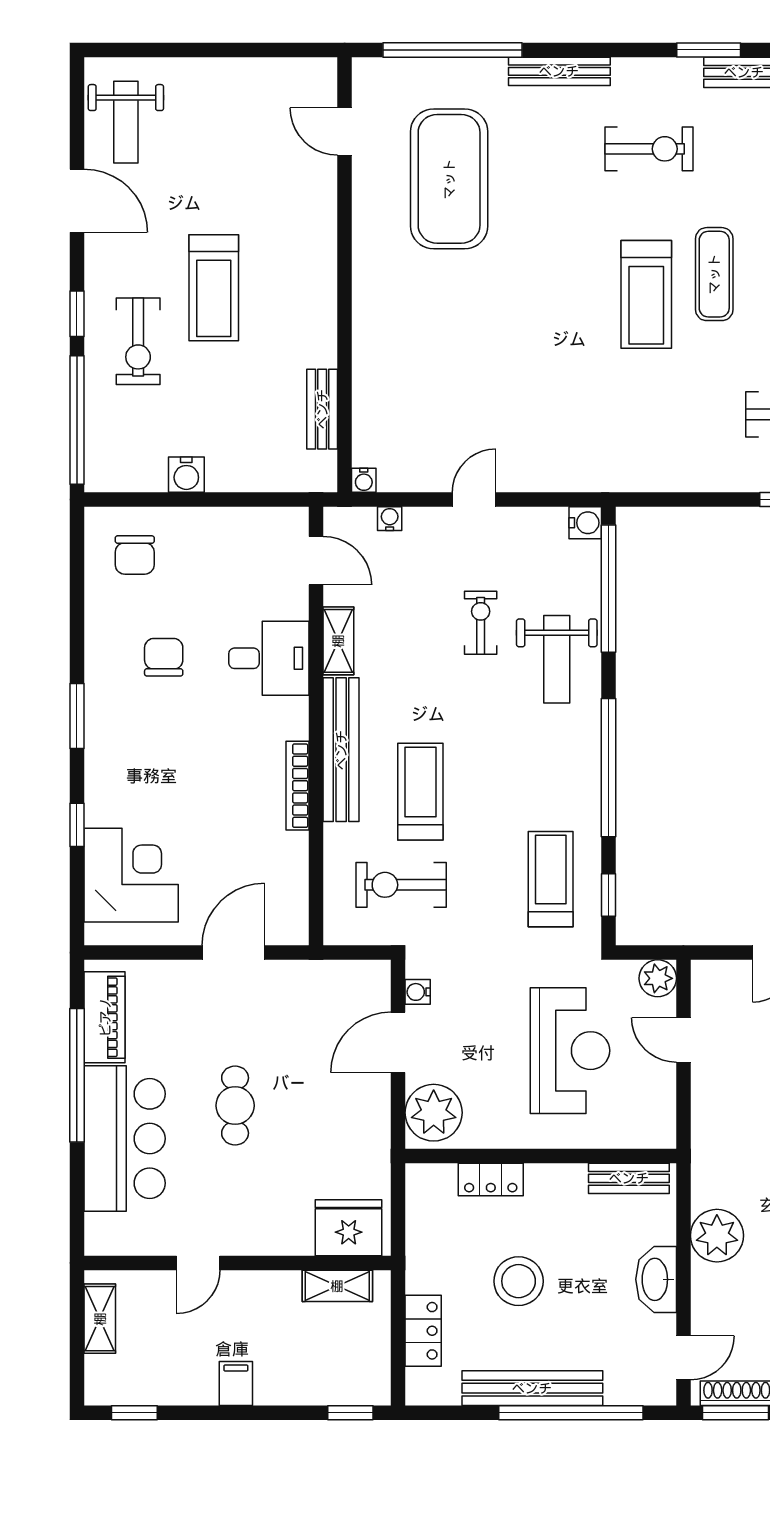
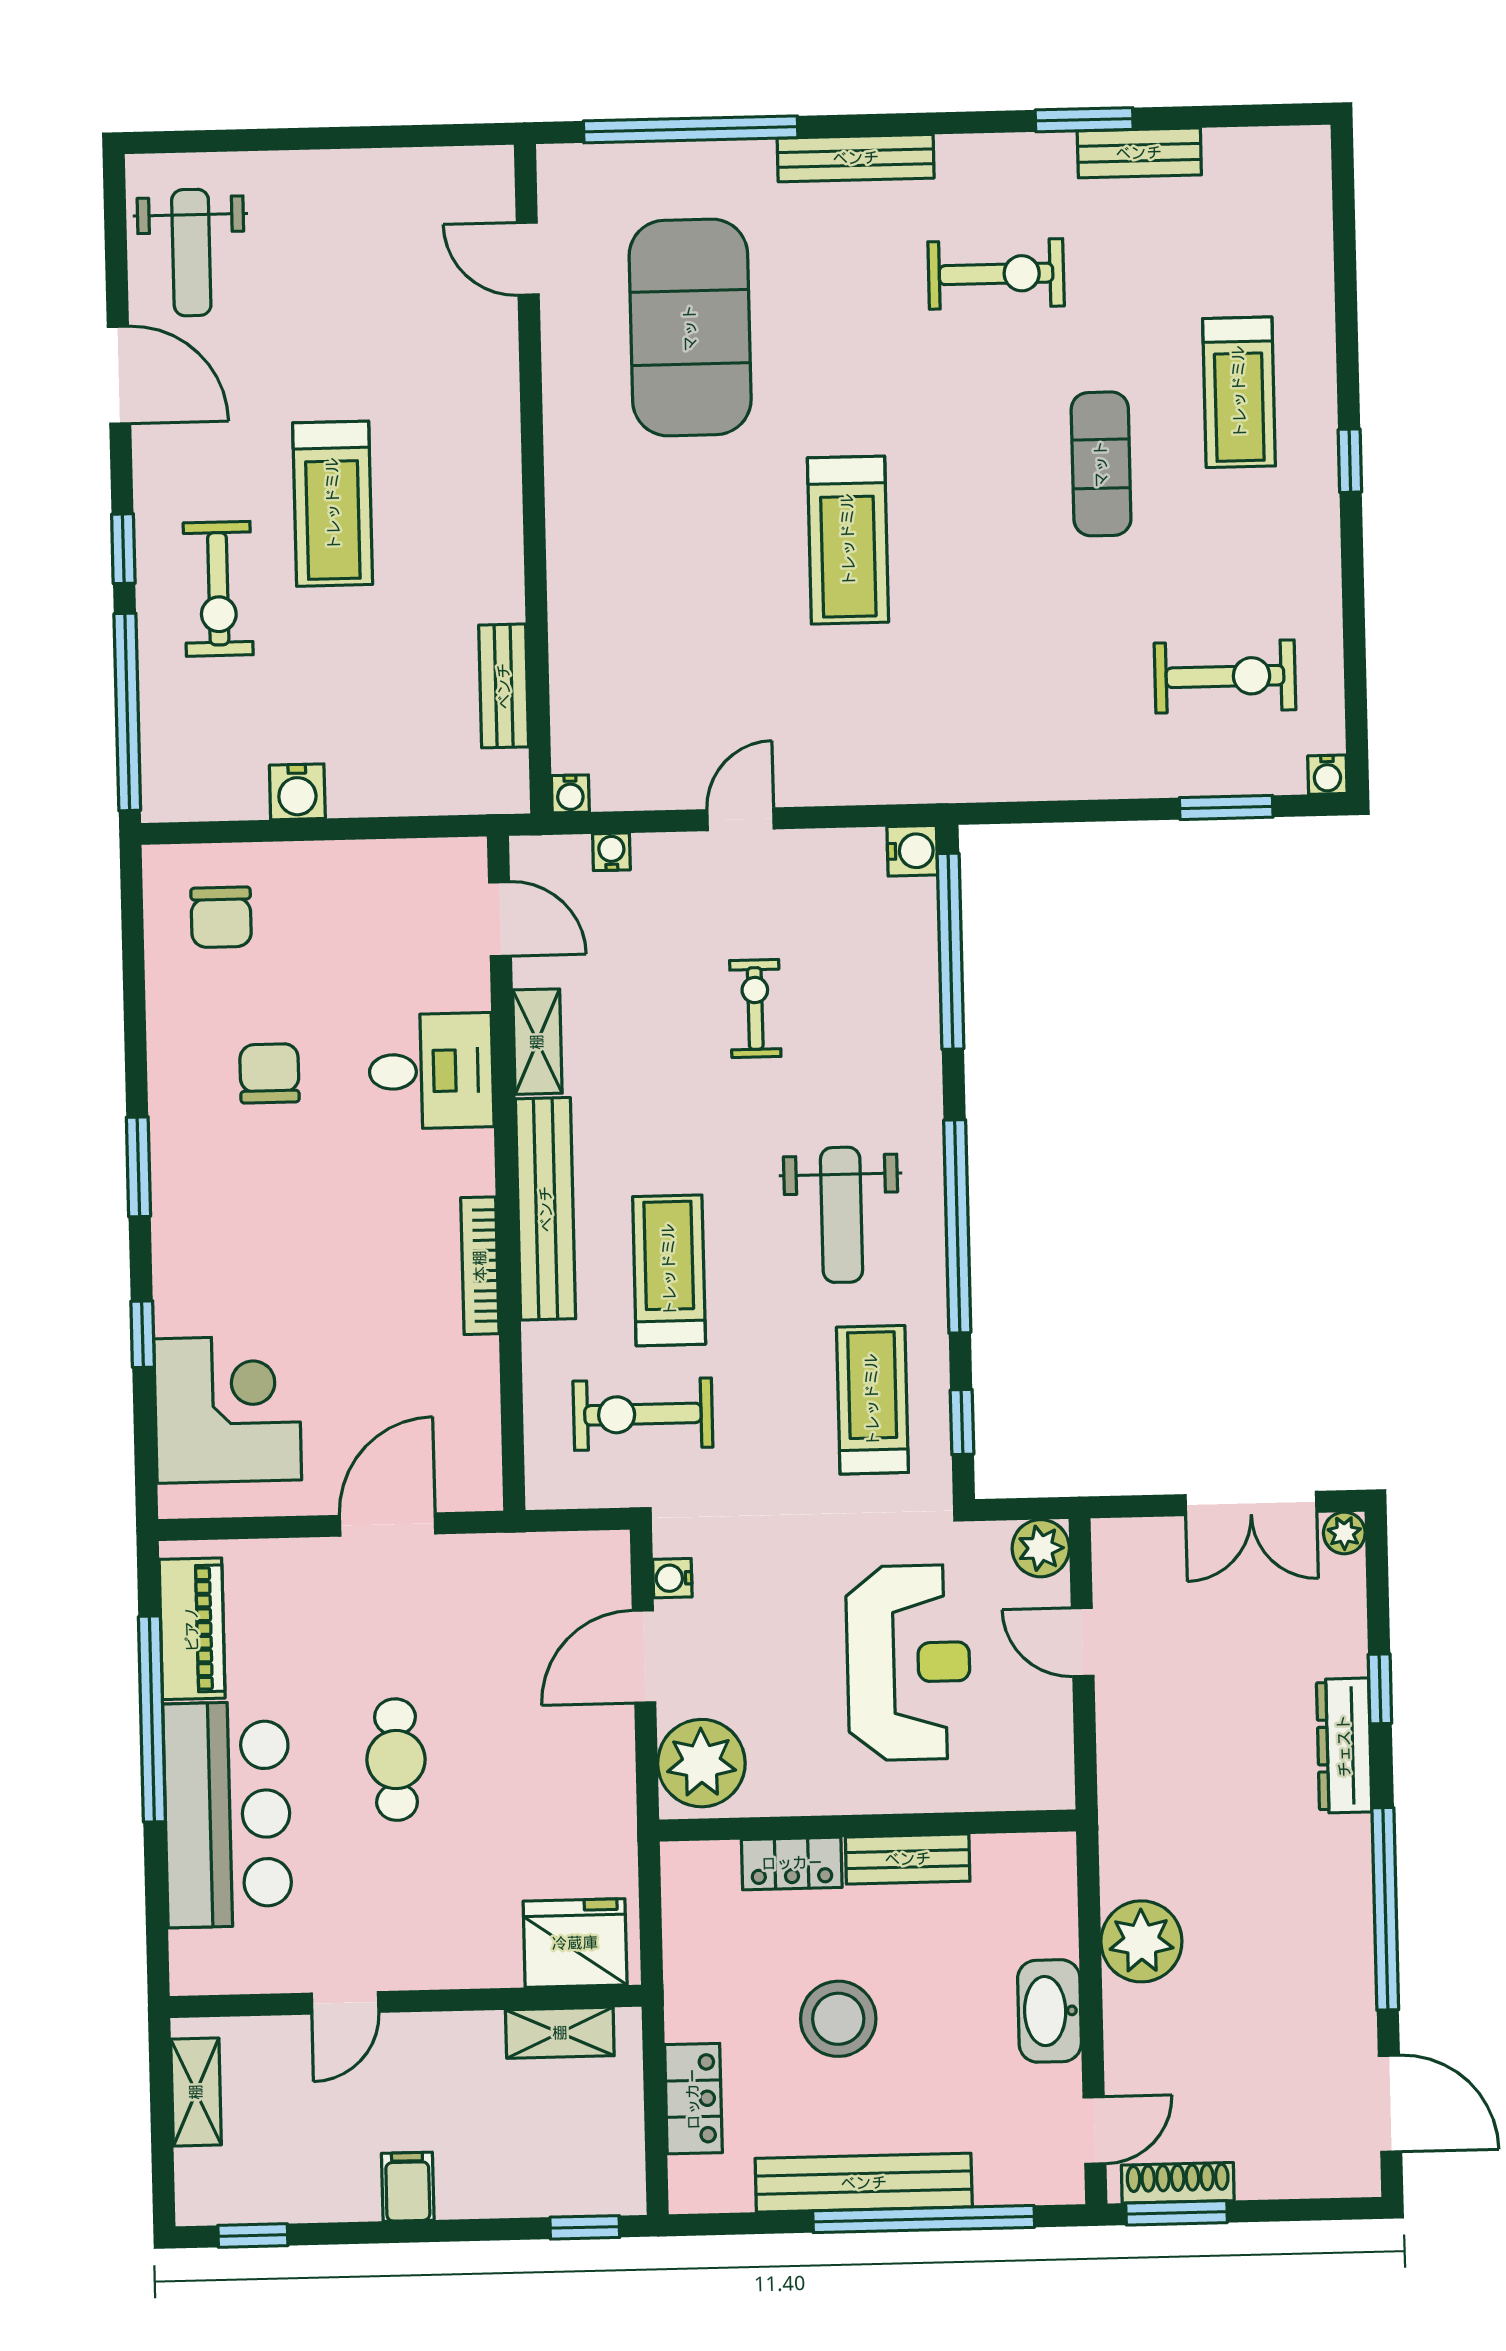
treadmill: (646, 294) -> (848, 540), moved
weight bench: (557, 659) -> (841, 1215), moved
bench: (629, 1178) -> (908, 1859), moved

